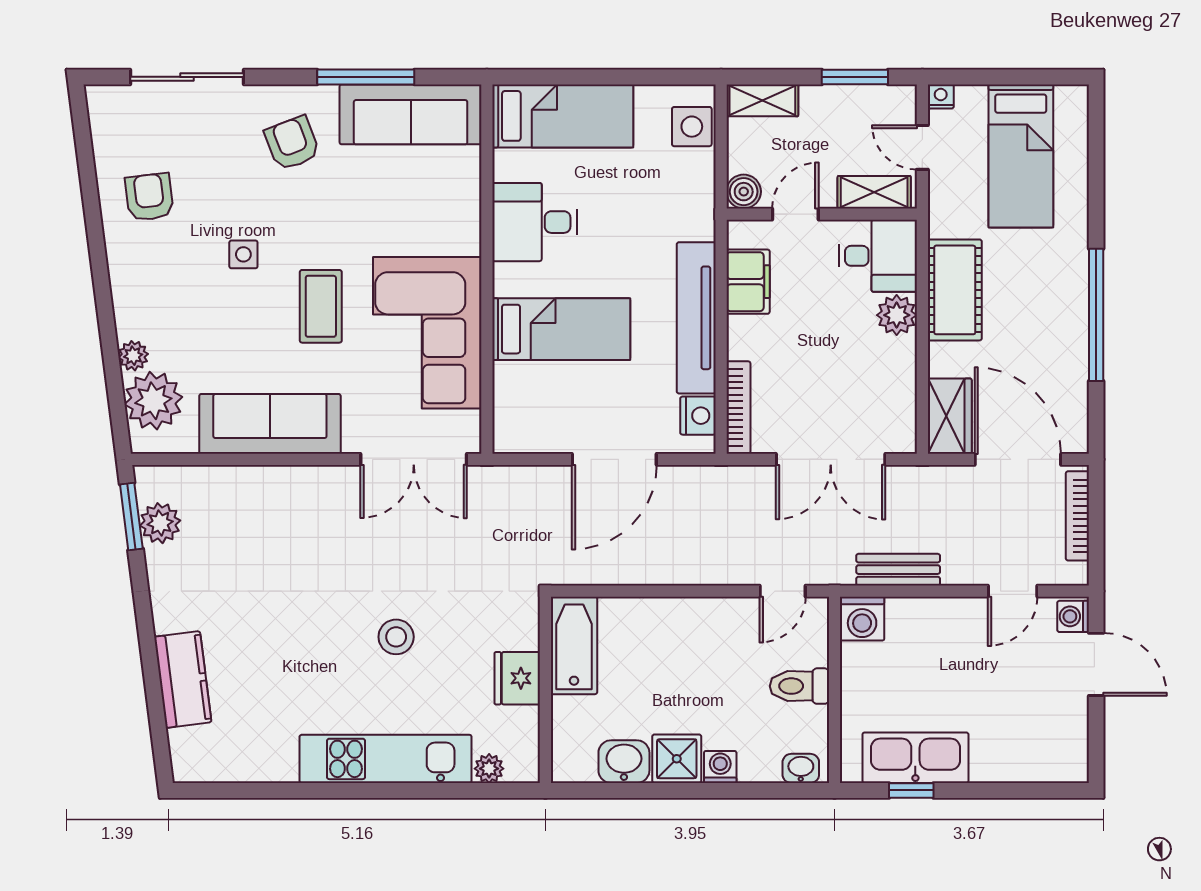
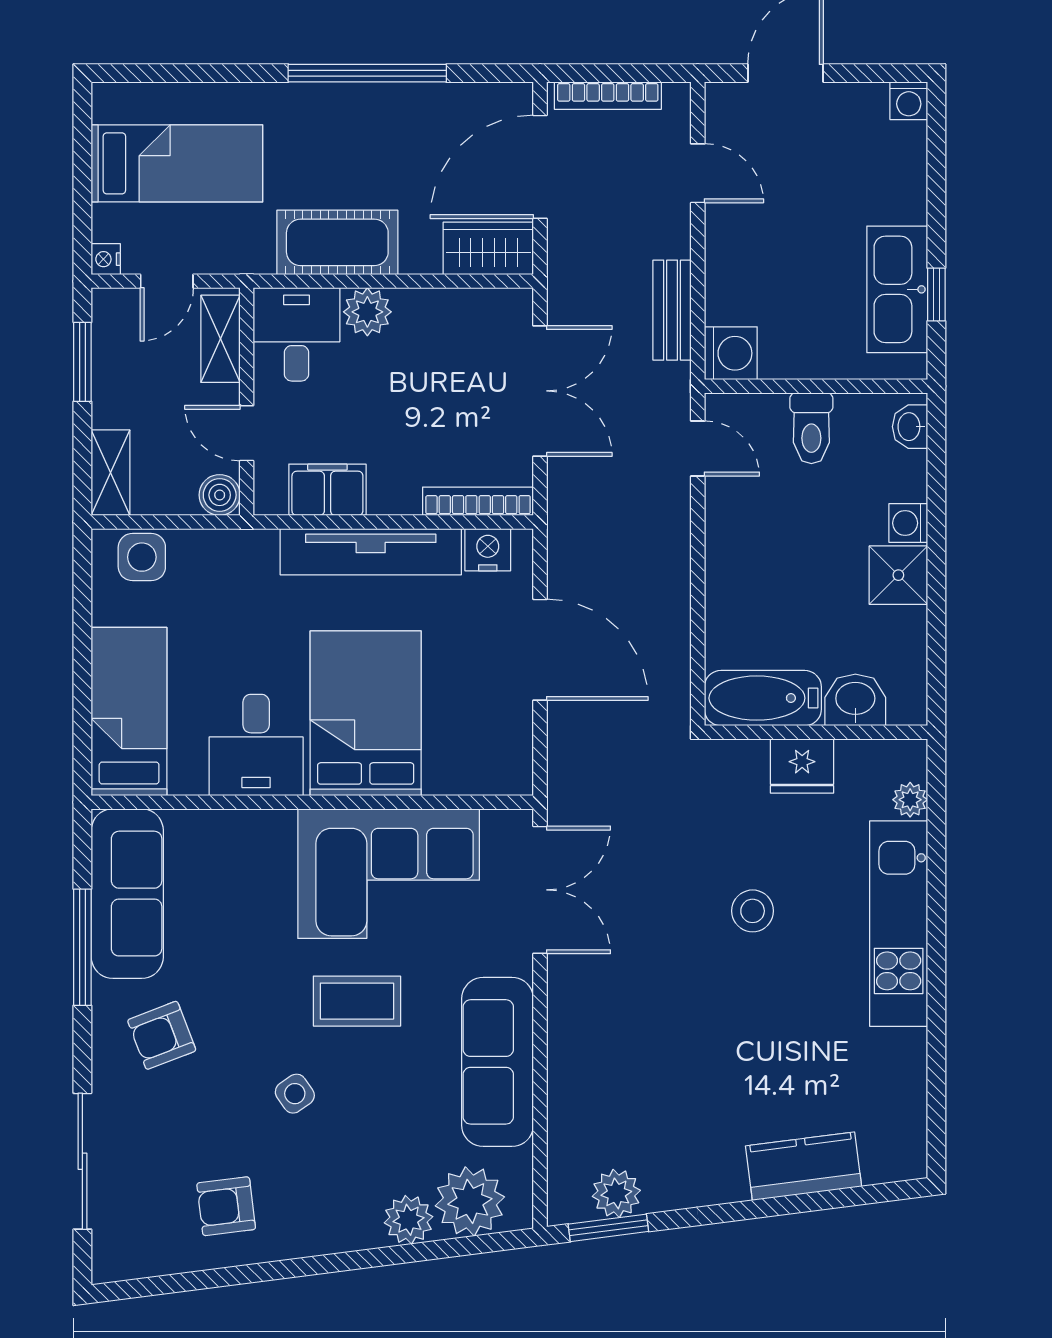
side table: (243, 254) -> (295, 1094), turned -35
bed: (561, 329) -> (366, 713), width x1.50
plant: (133, 356) -> (409, 1220), width x1.38, depth x1.38
washing machine: (1073, 616) -> (909, 101), moved
washbasin: (624, 762) -> (855, 700), moved, turned 90

